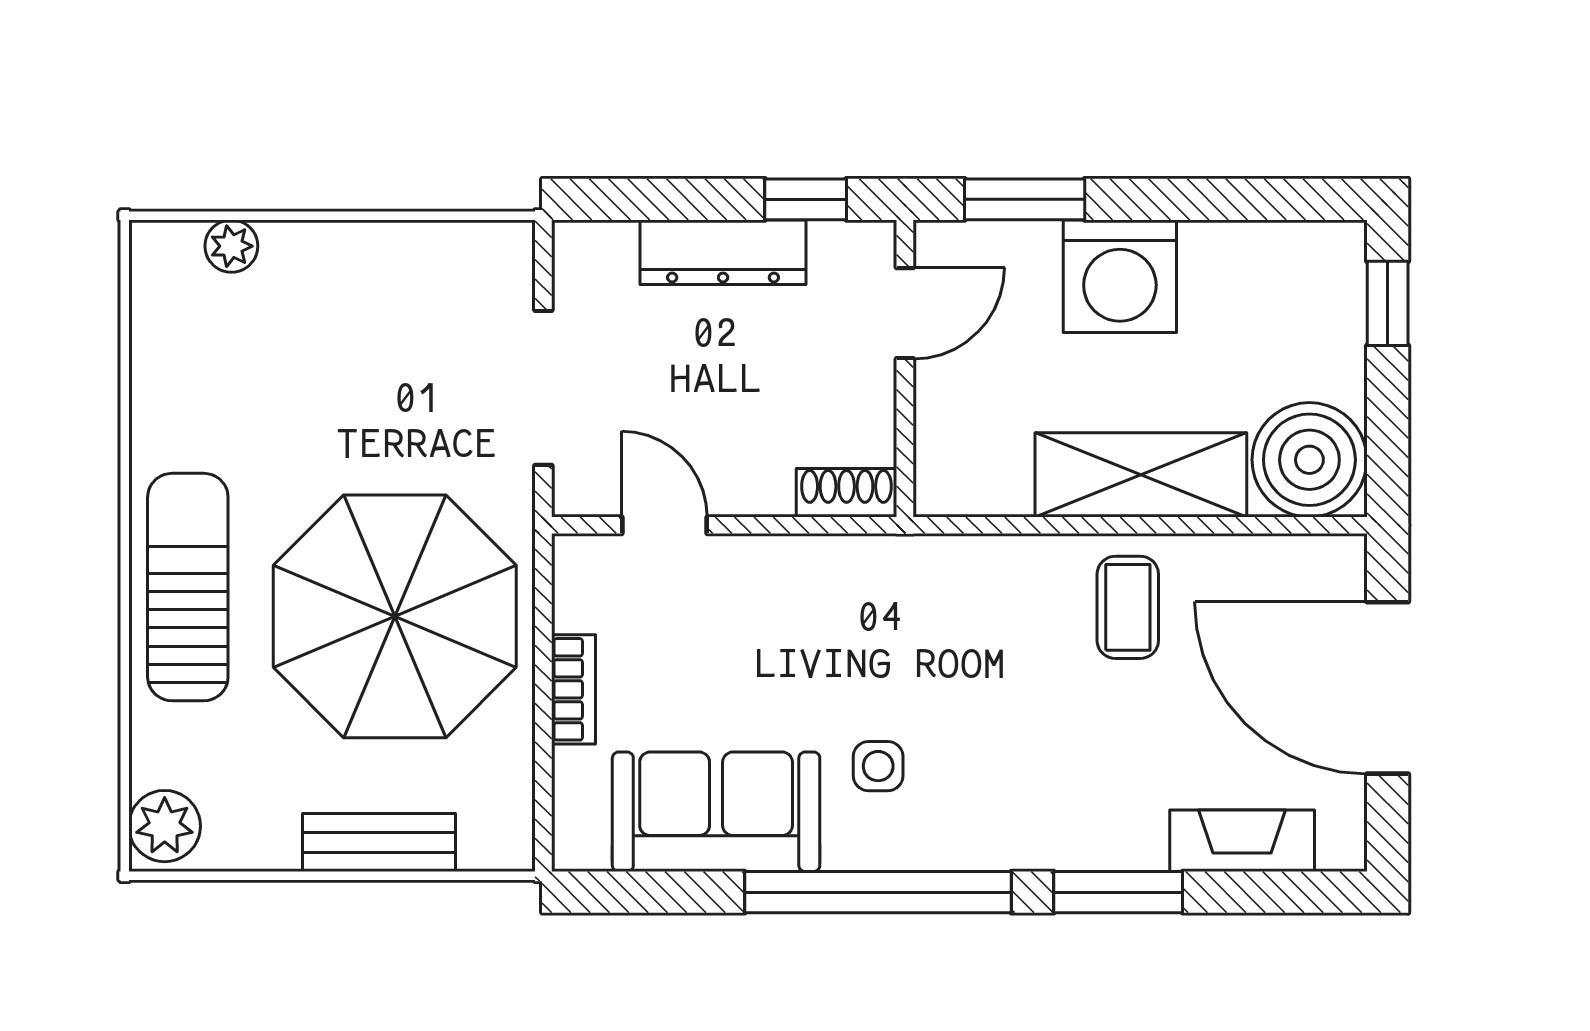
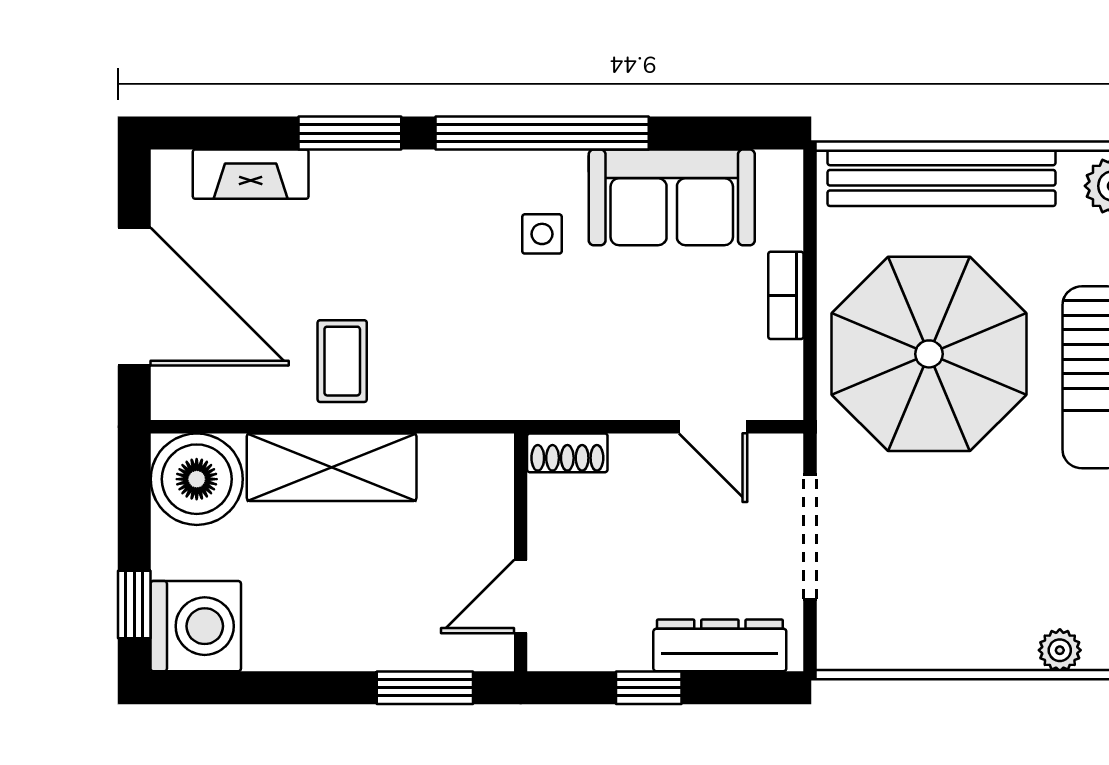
window: (806, 199) -> (649, 688), moved
dresser: (723, 252) -> (720, 645), moved
washing machine: (1120, 276) -> (196, 626), moved, turned 90
bench: (379, 843) -> (942, 178), width x1.86, depth x1.21

